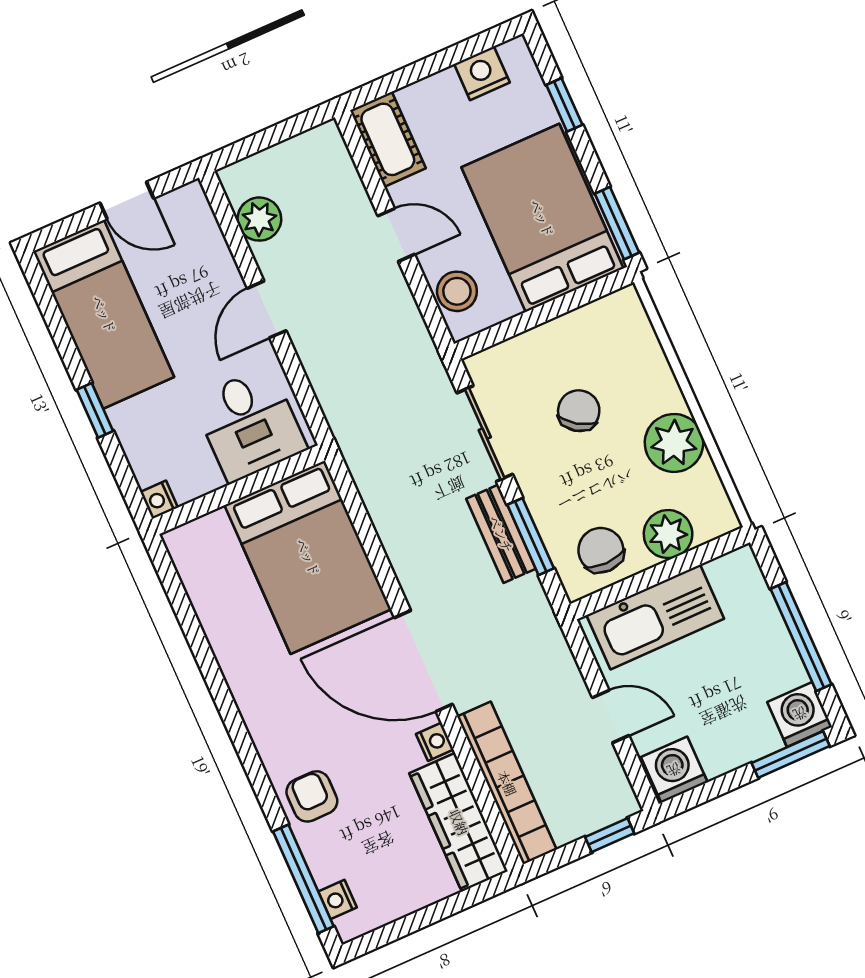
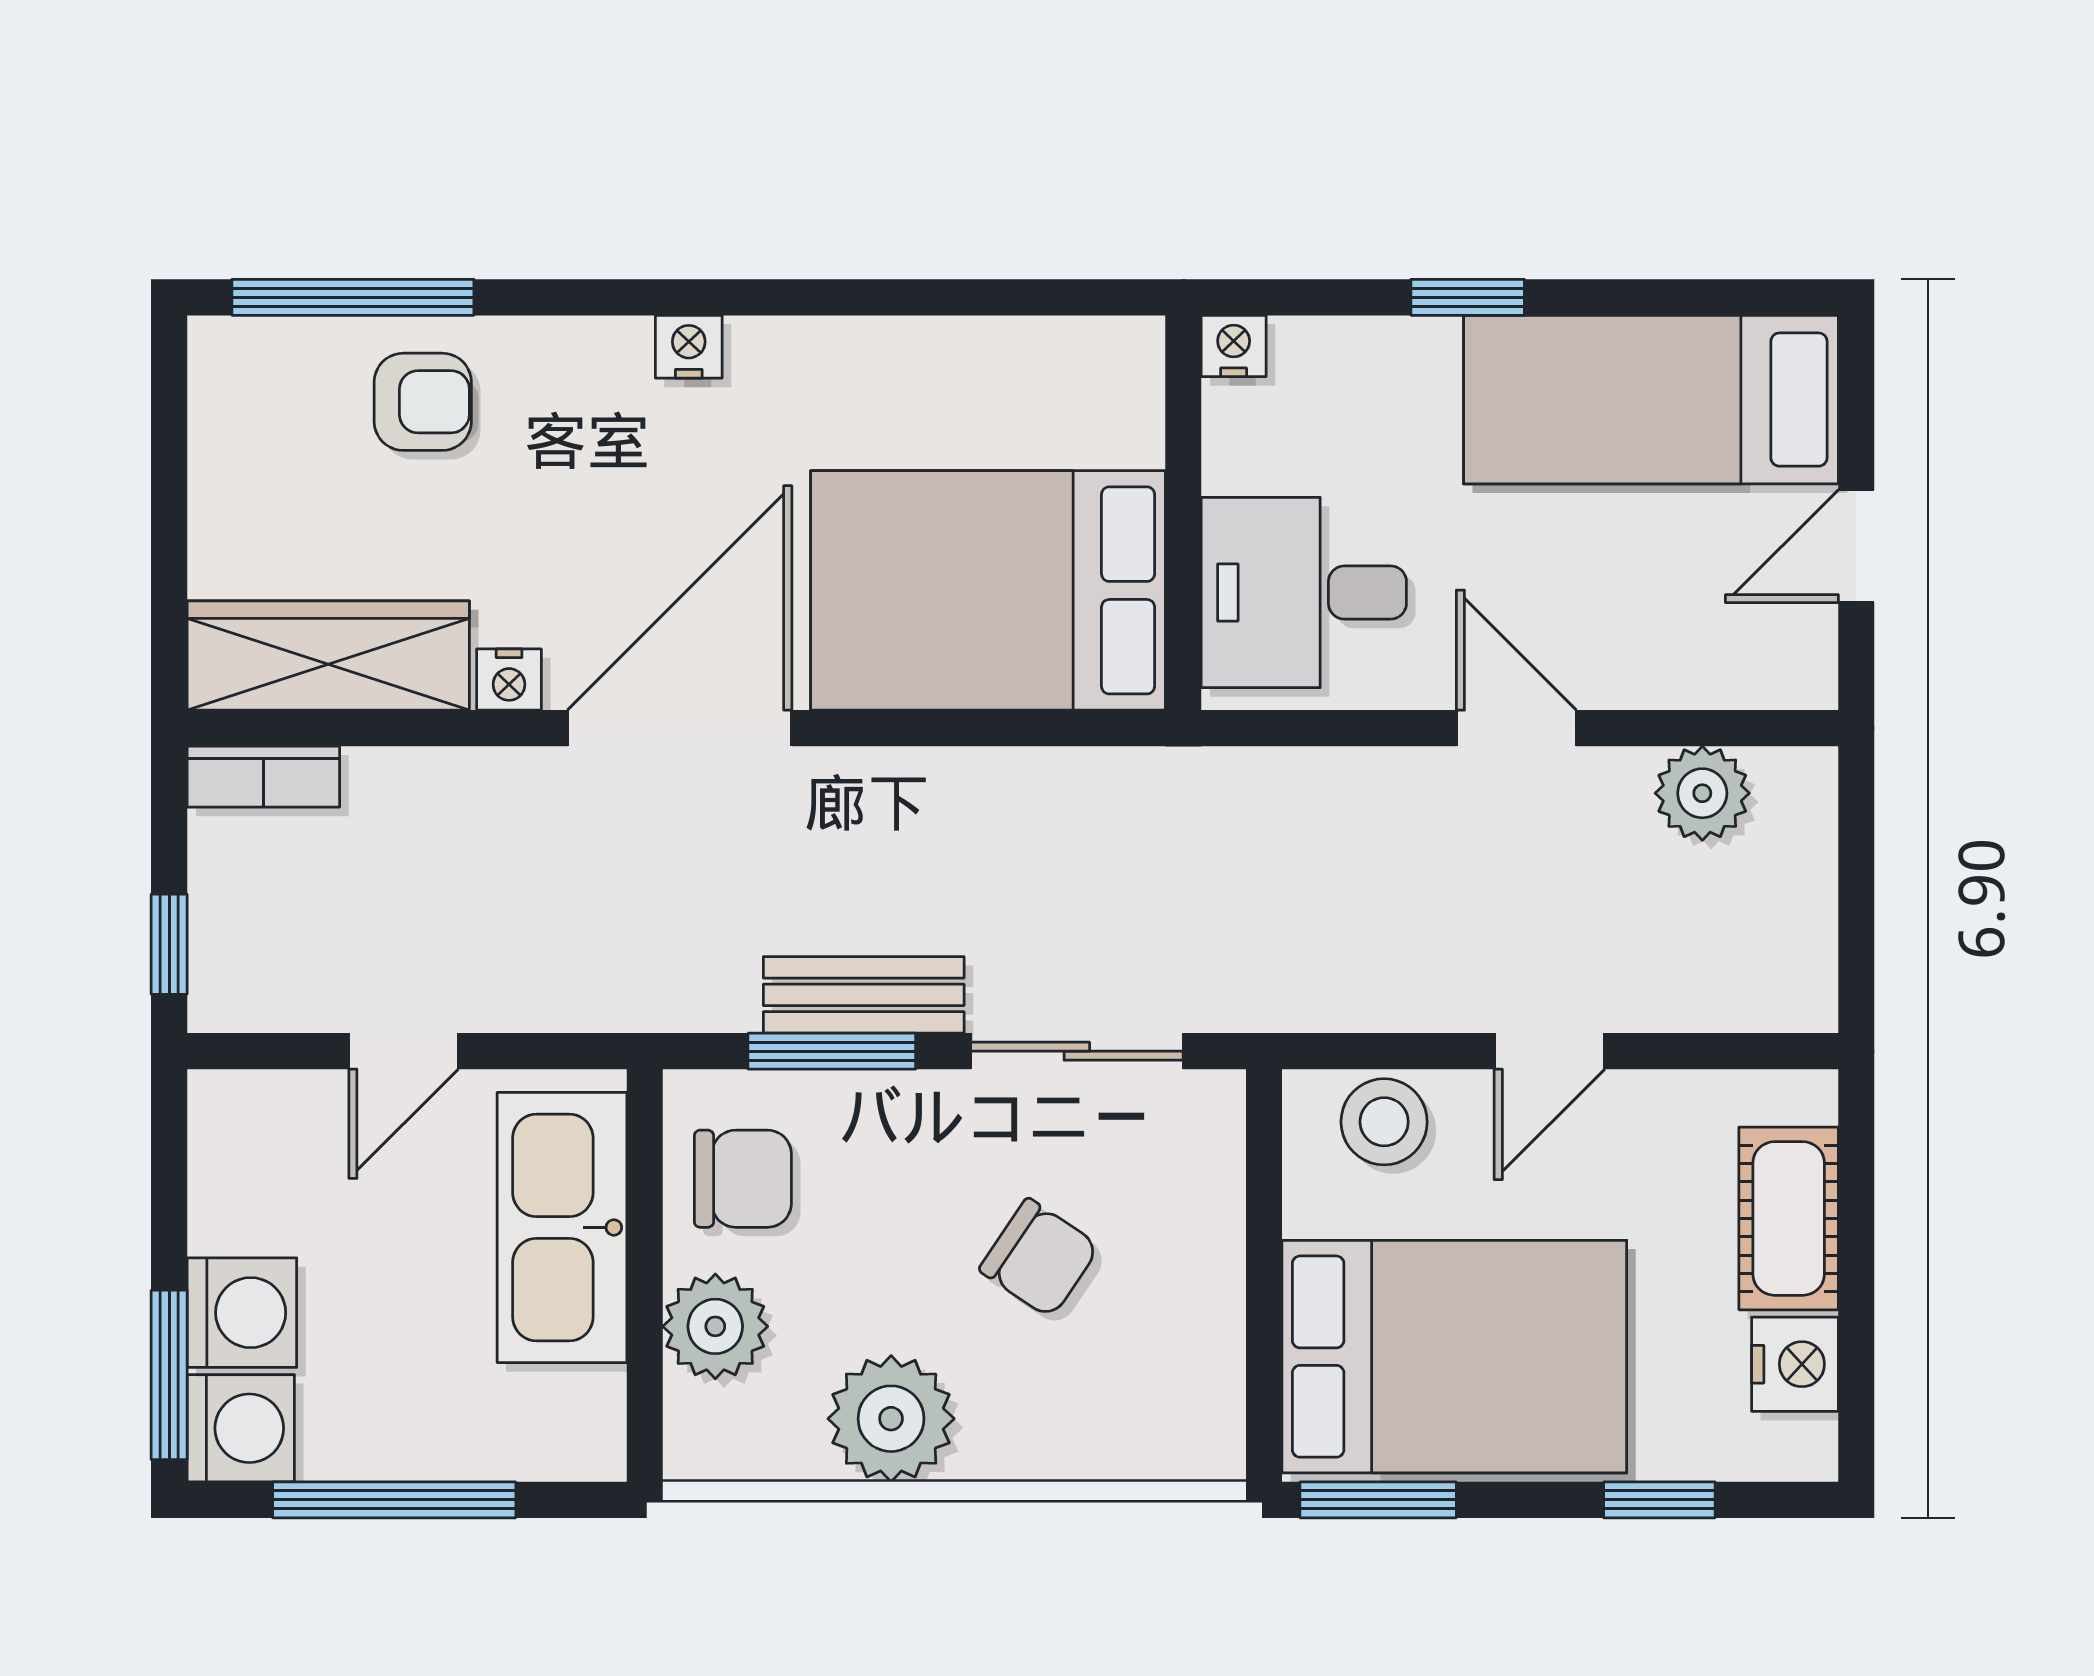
cot: (388, 139) -> (1789, 1218), moved, turned 90
washing machine: (674, 770) -> (242, 1313), moved
bookcase: (507, 783) -> (263, 777), width x0.43, depth x0.76
armchair: (312, 796) -> (423, 402), moved
nightstand: (337, 899) -> (689, 347), moved

